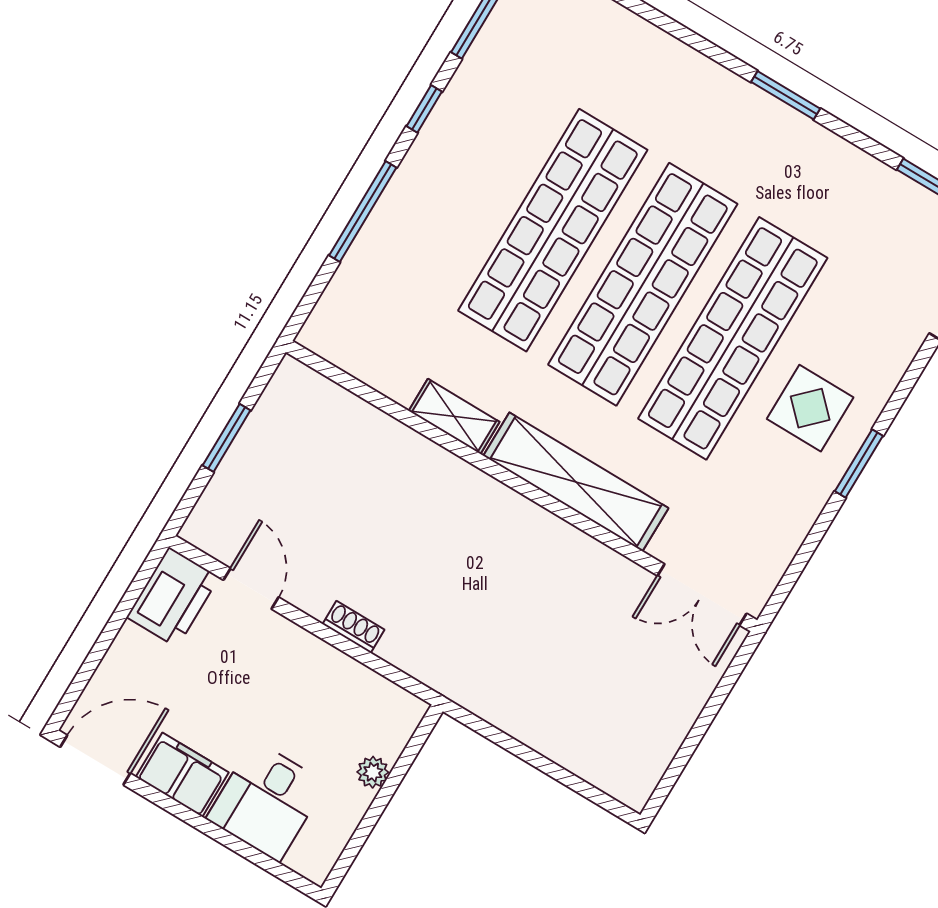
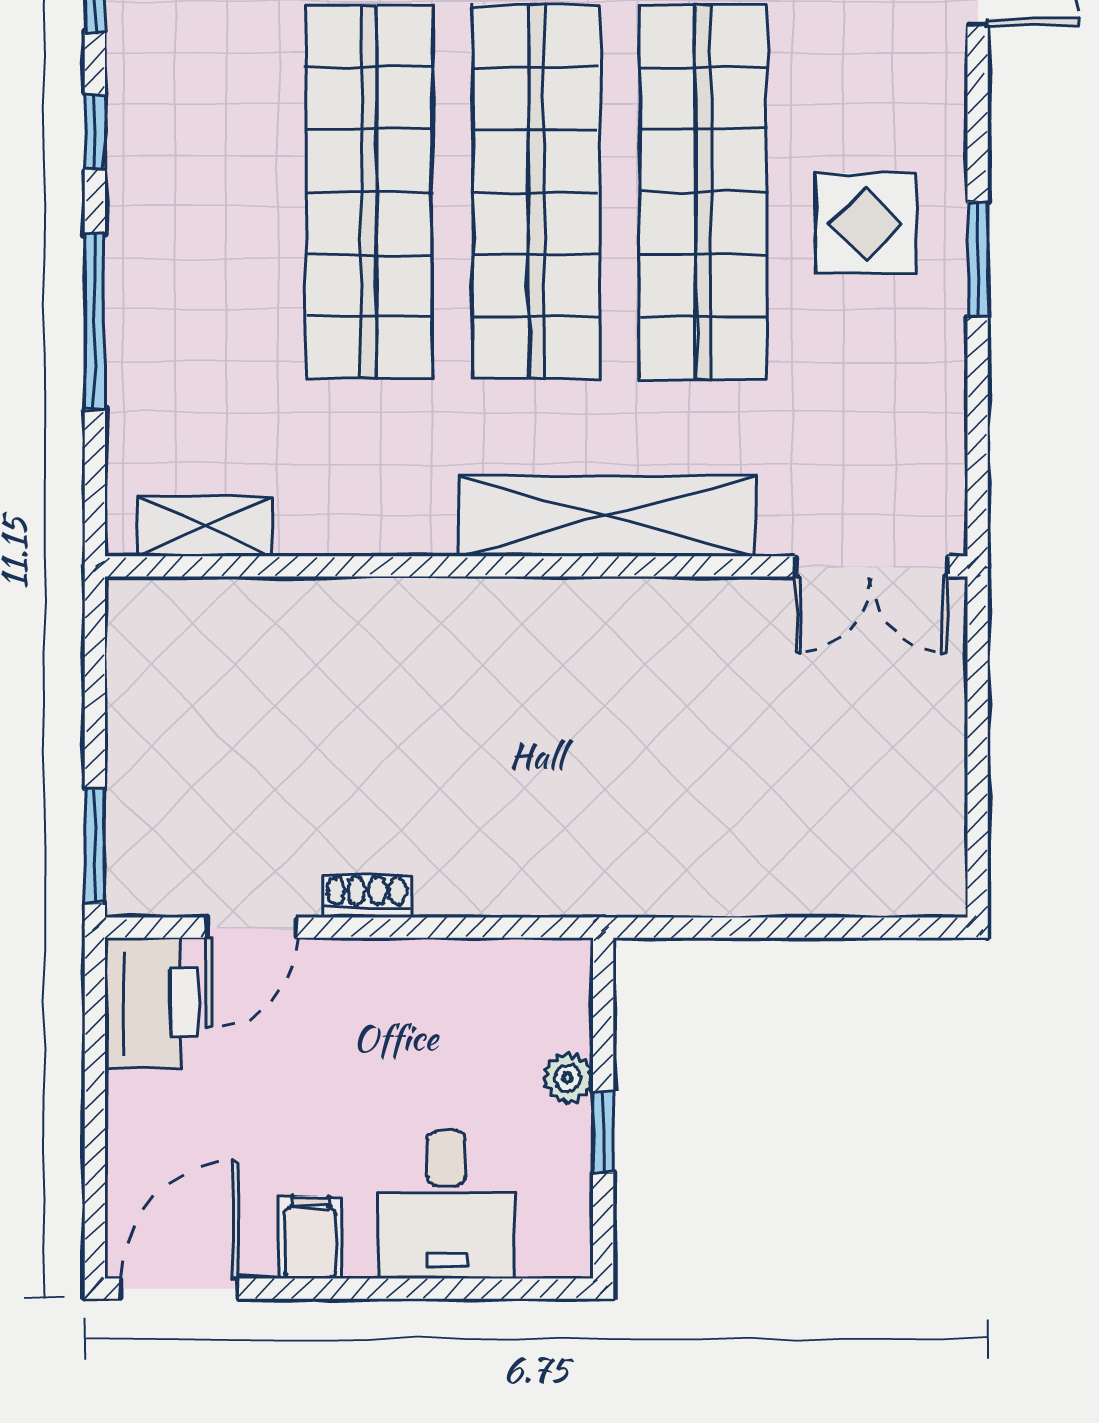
shelving: (454, 416) -> (205, 526), moved
window: (227, 438) -> (95, 846), moved
door: (251, 589) -> (251, 928), swing flipped
shoe rack: (354, 627) -> (367, 896), moved
filing cabinet: (182, 775) -> (310, 1237), width x0.50
window: (374, 813) -> (603, 1132), added

